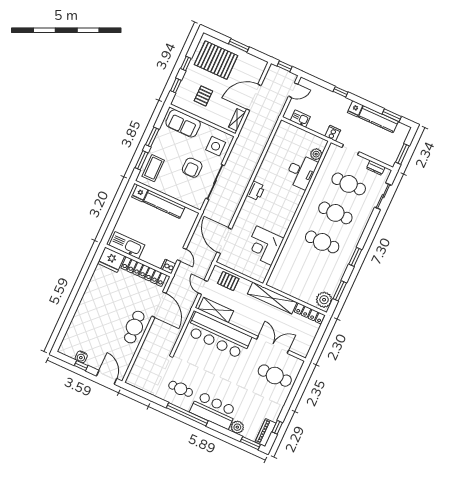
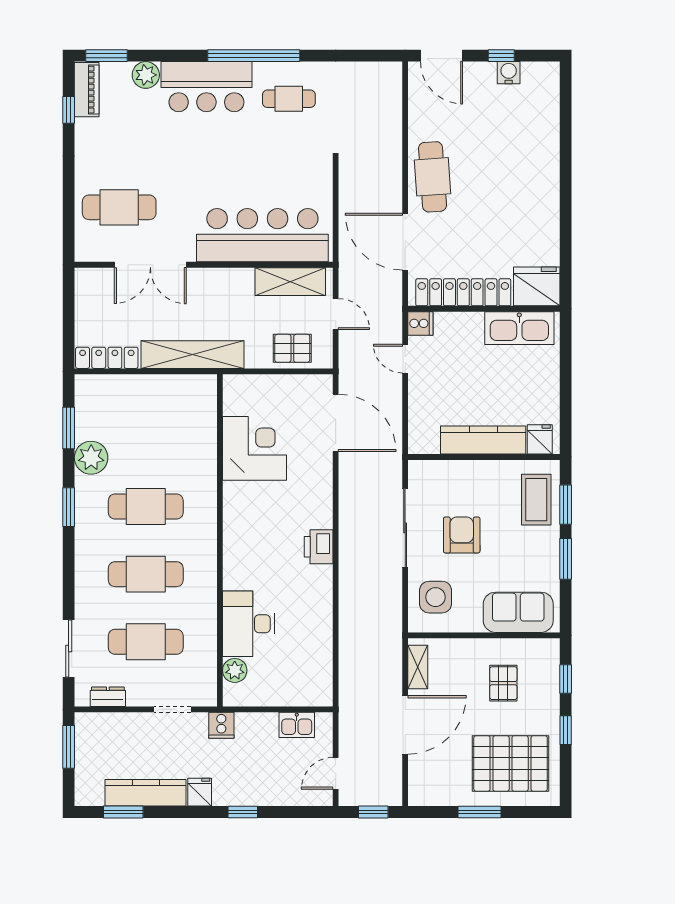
plant: (324, 300) -> (91, 458), moved

